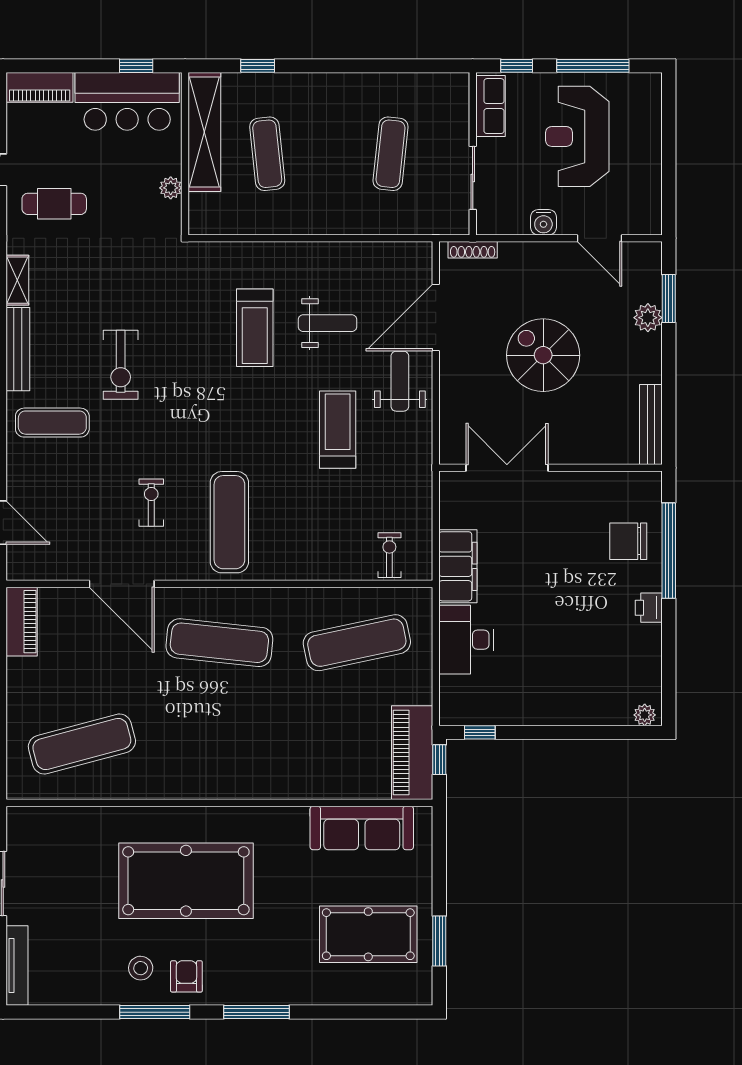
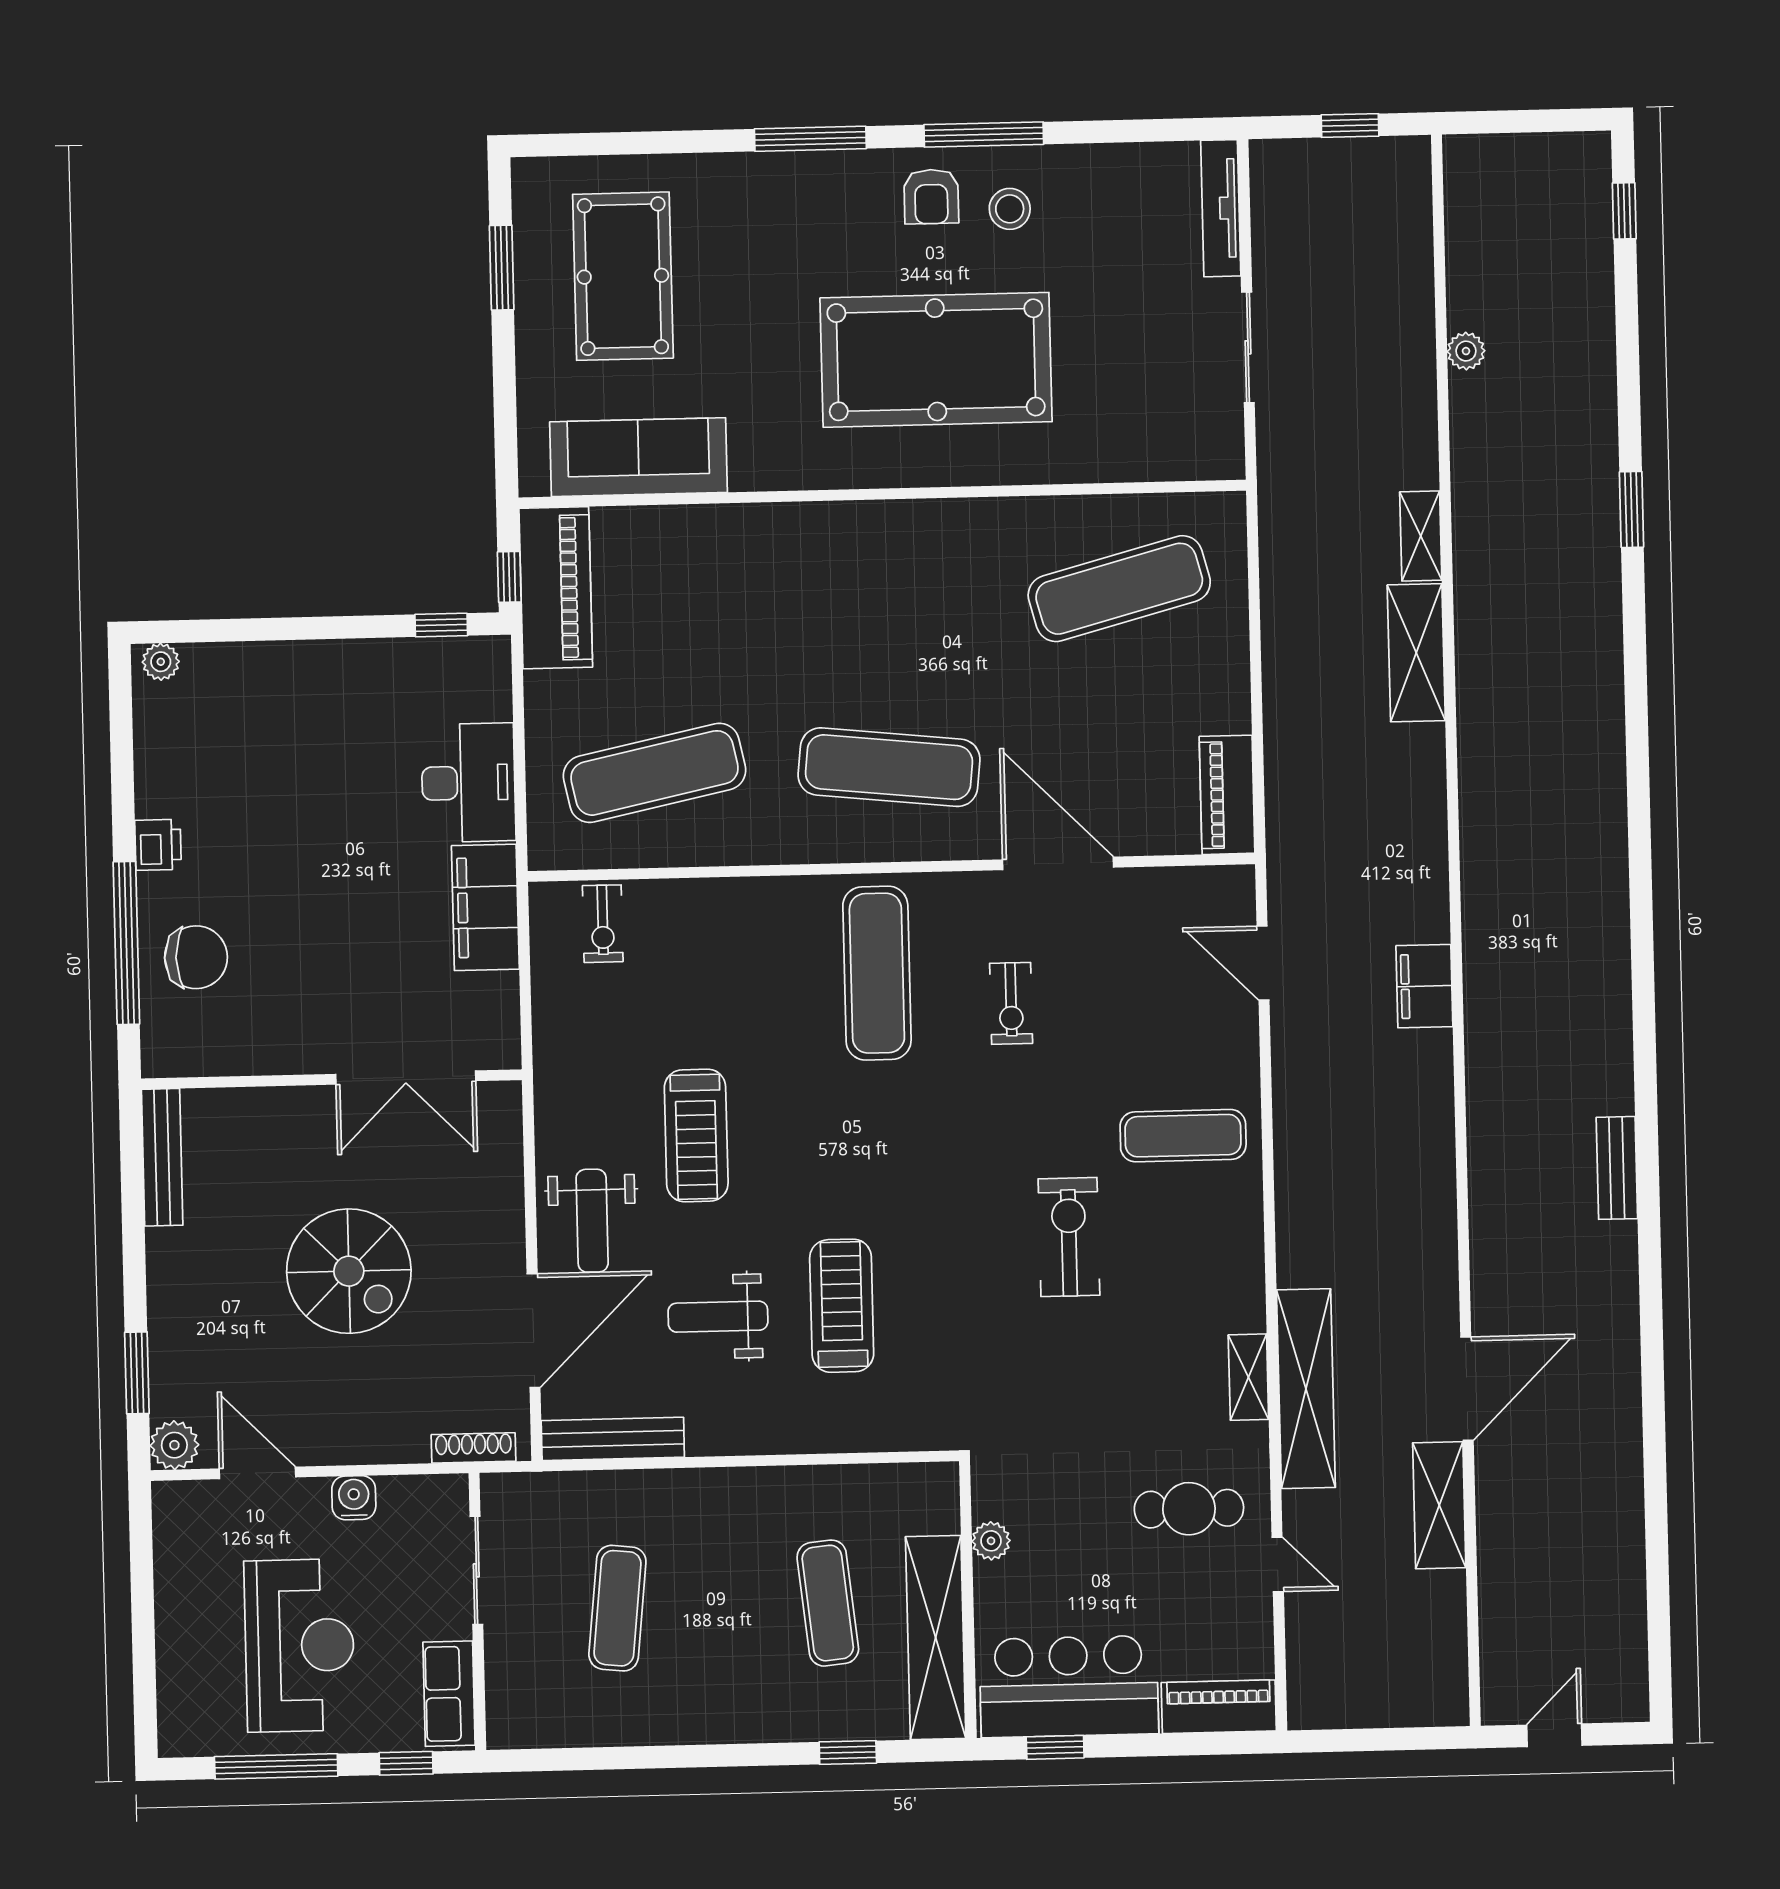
plant: (648, 318) -> (174, 1445), moved
bench: (18, 349) -> (613, 1439), moved, turned 90
pool table: (368, 934) -> (623, 276), turned 90

